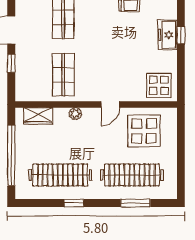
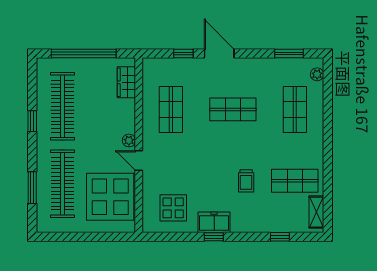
shop shelf: (63, 75) -> (171, 109), turned 90
display table: (159, 85) -> (173, 208), moved
plant: (75, 114) -> (129, 140), moved
display table: (144, 131) -> (110, 197), width x1.36, depth x1.36

